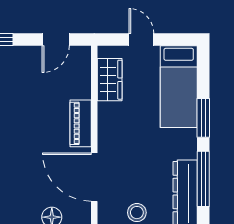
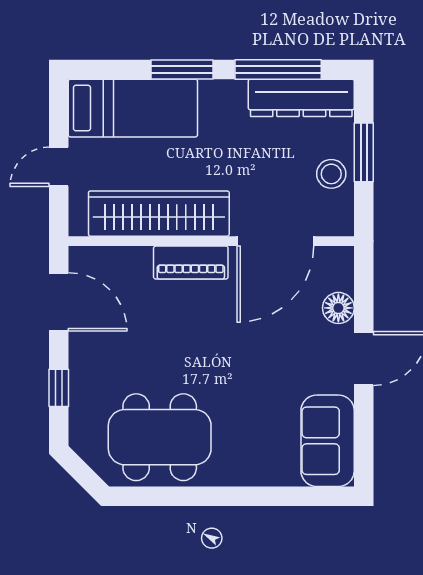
door: (56, 40) -> (59, 302), width x1.38
wardrobe: (110, 80) -> (159, 214), width x2.10, depth x1.17

